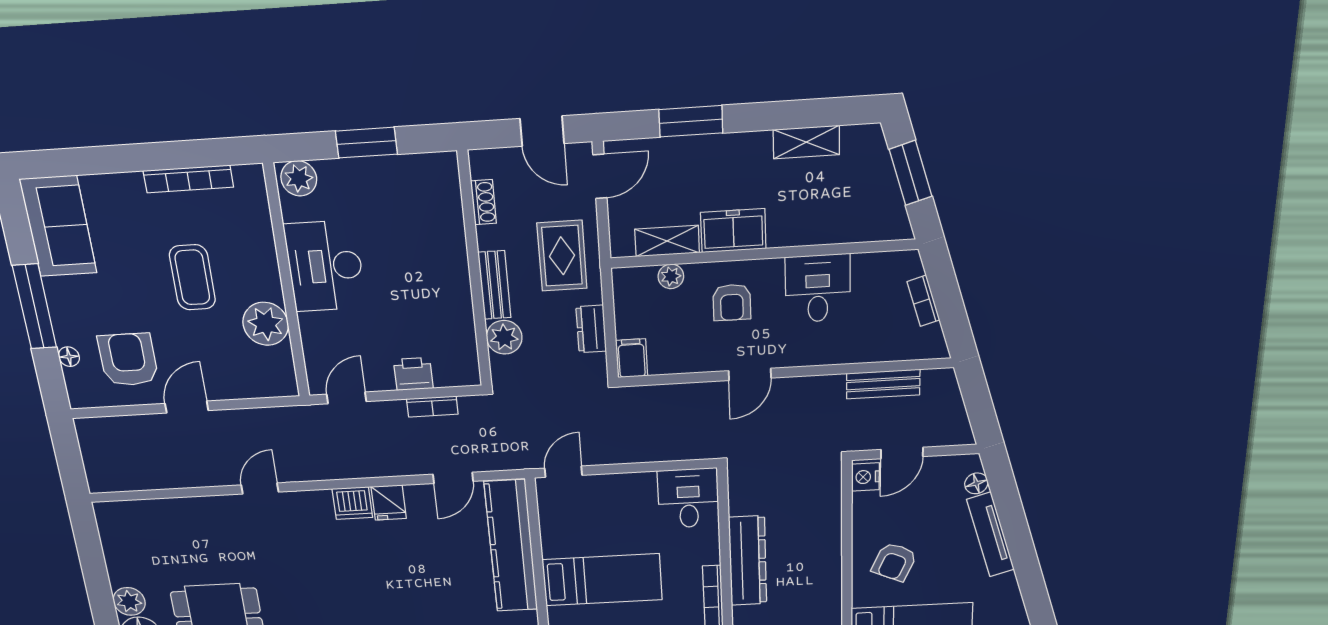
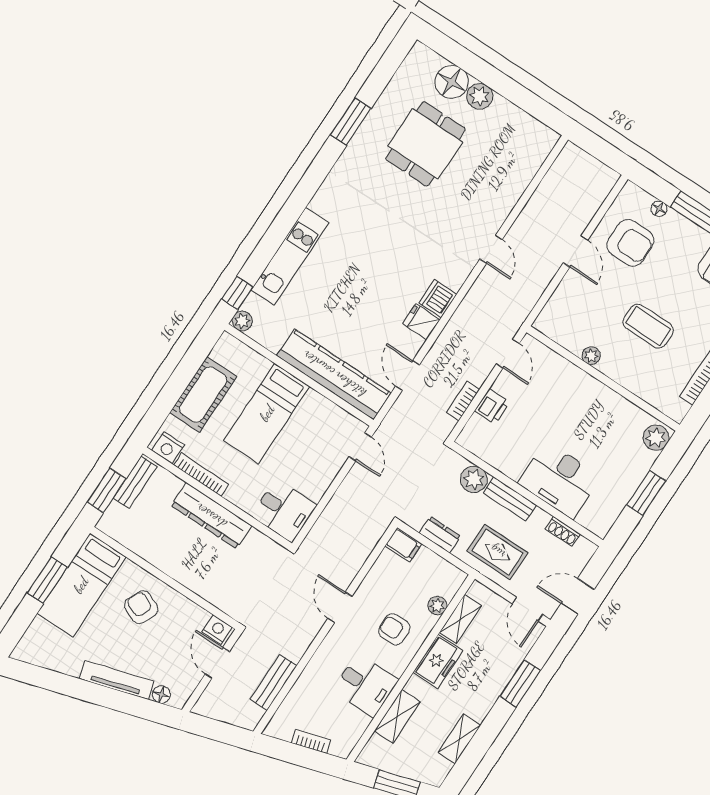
shelving: (829, 230) -> (397, 716), added
desk: (325, 266) -> (559, 480), moved, turned 180
plant: (266, 324) -> (591, 356), width x0.53, depth x0.53

